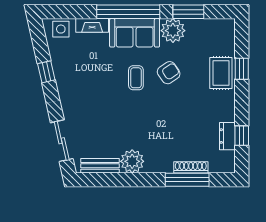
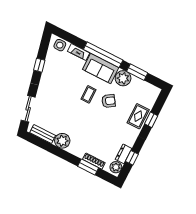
plant: (226, 160) -> (116, 167), added
window: (187, 180) -> (88, 167), width x0.69

